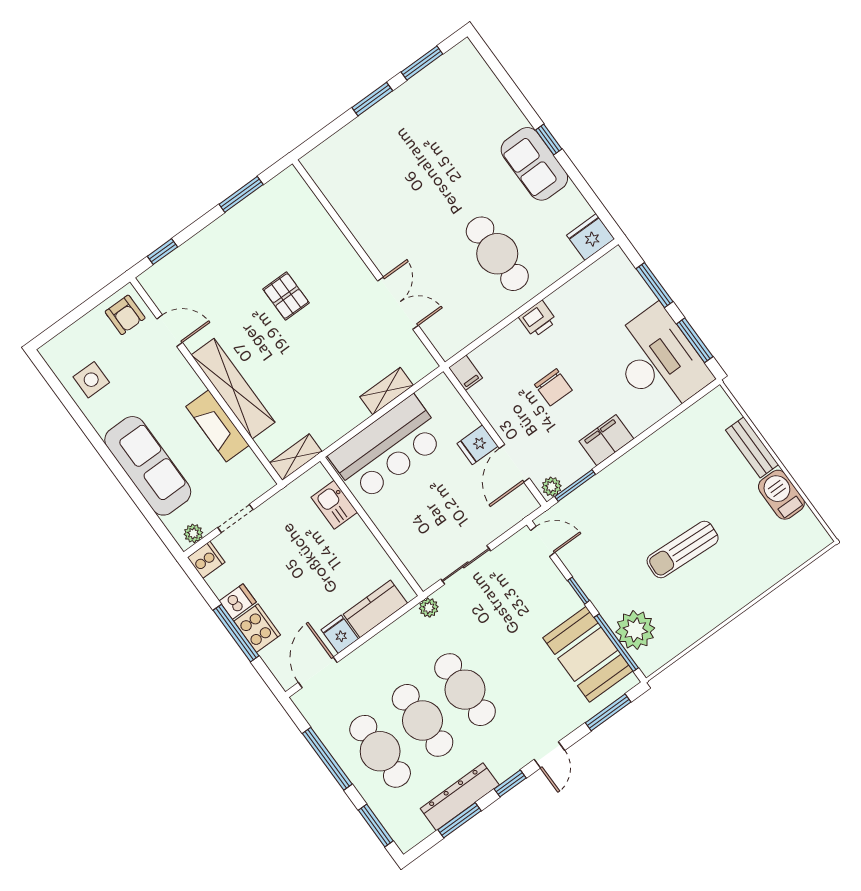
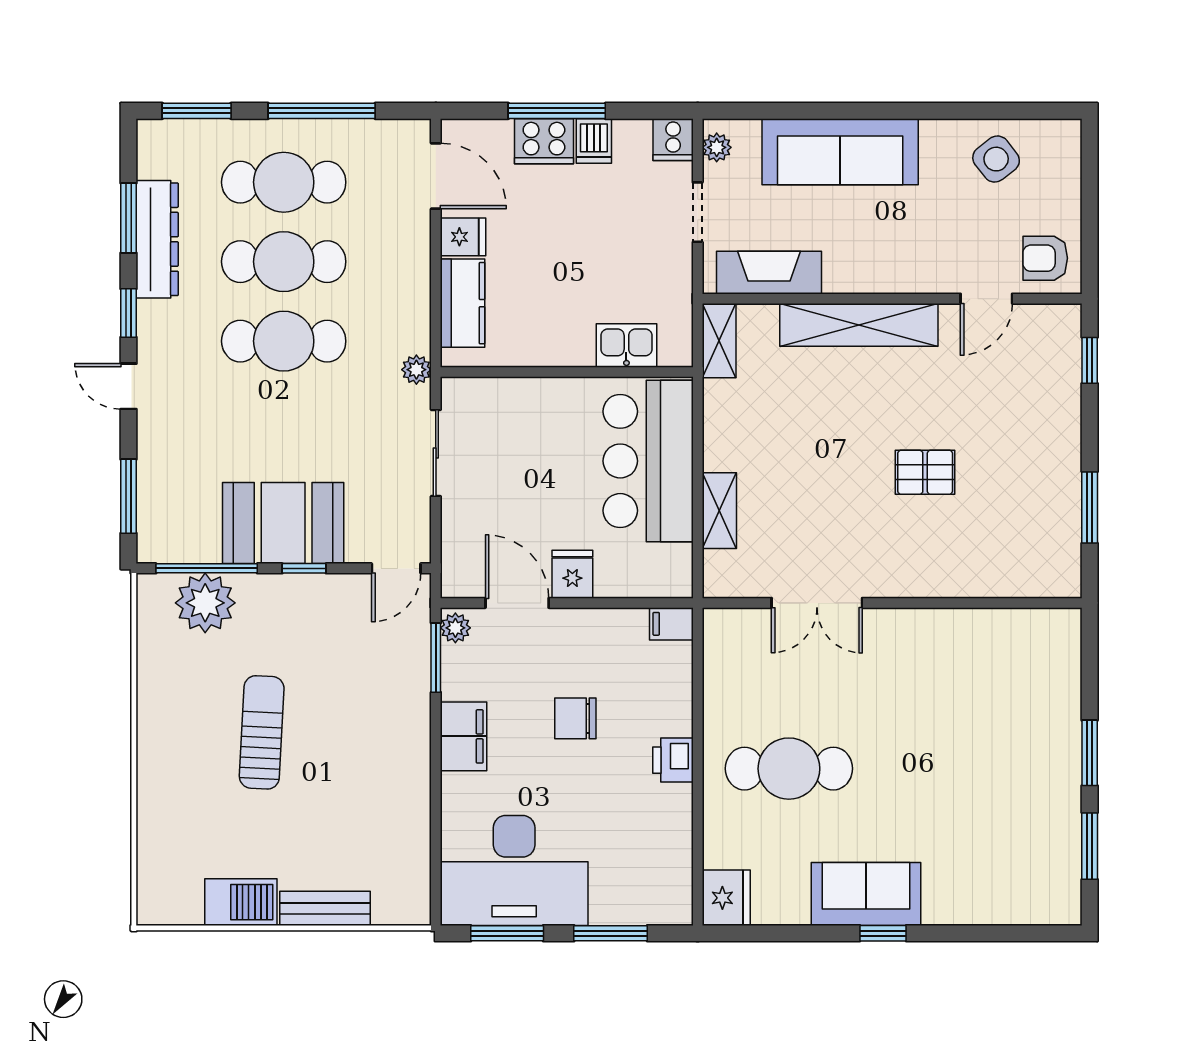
side table: (91, 380) -> (996, 159), turned -38
fireplace: (217, 426) -> (769, 273), moved
booth: (588, 654) -> (283, 523), moved

